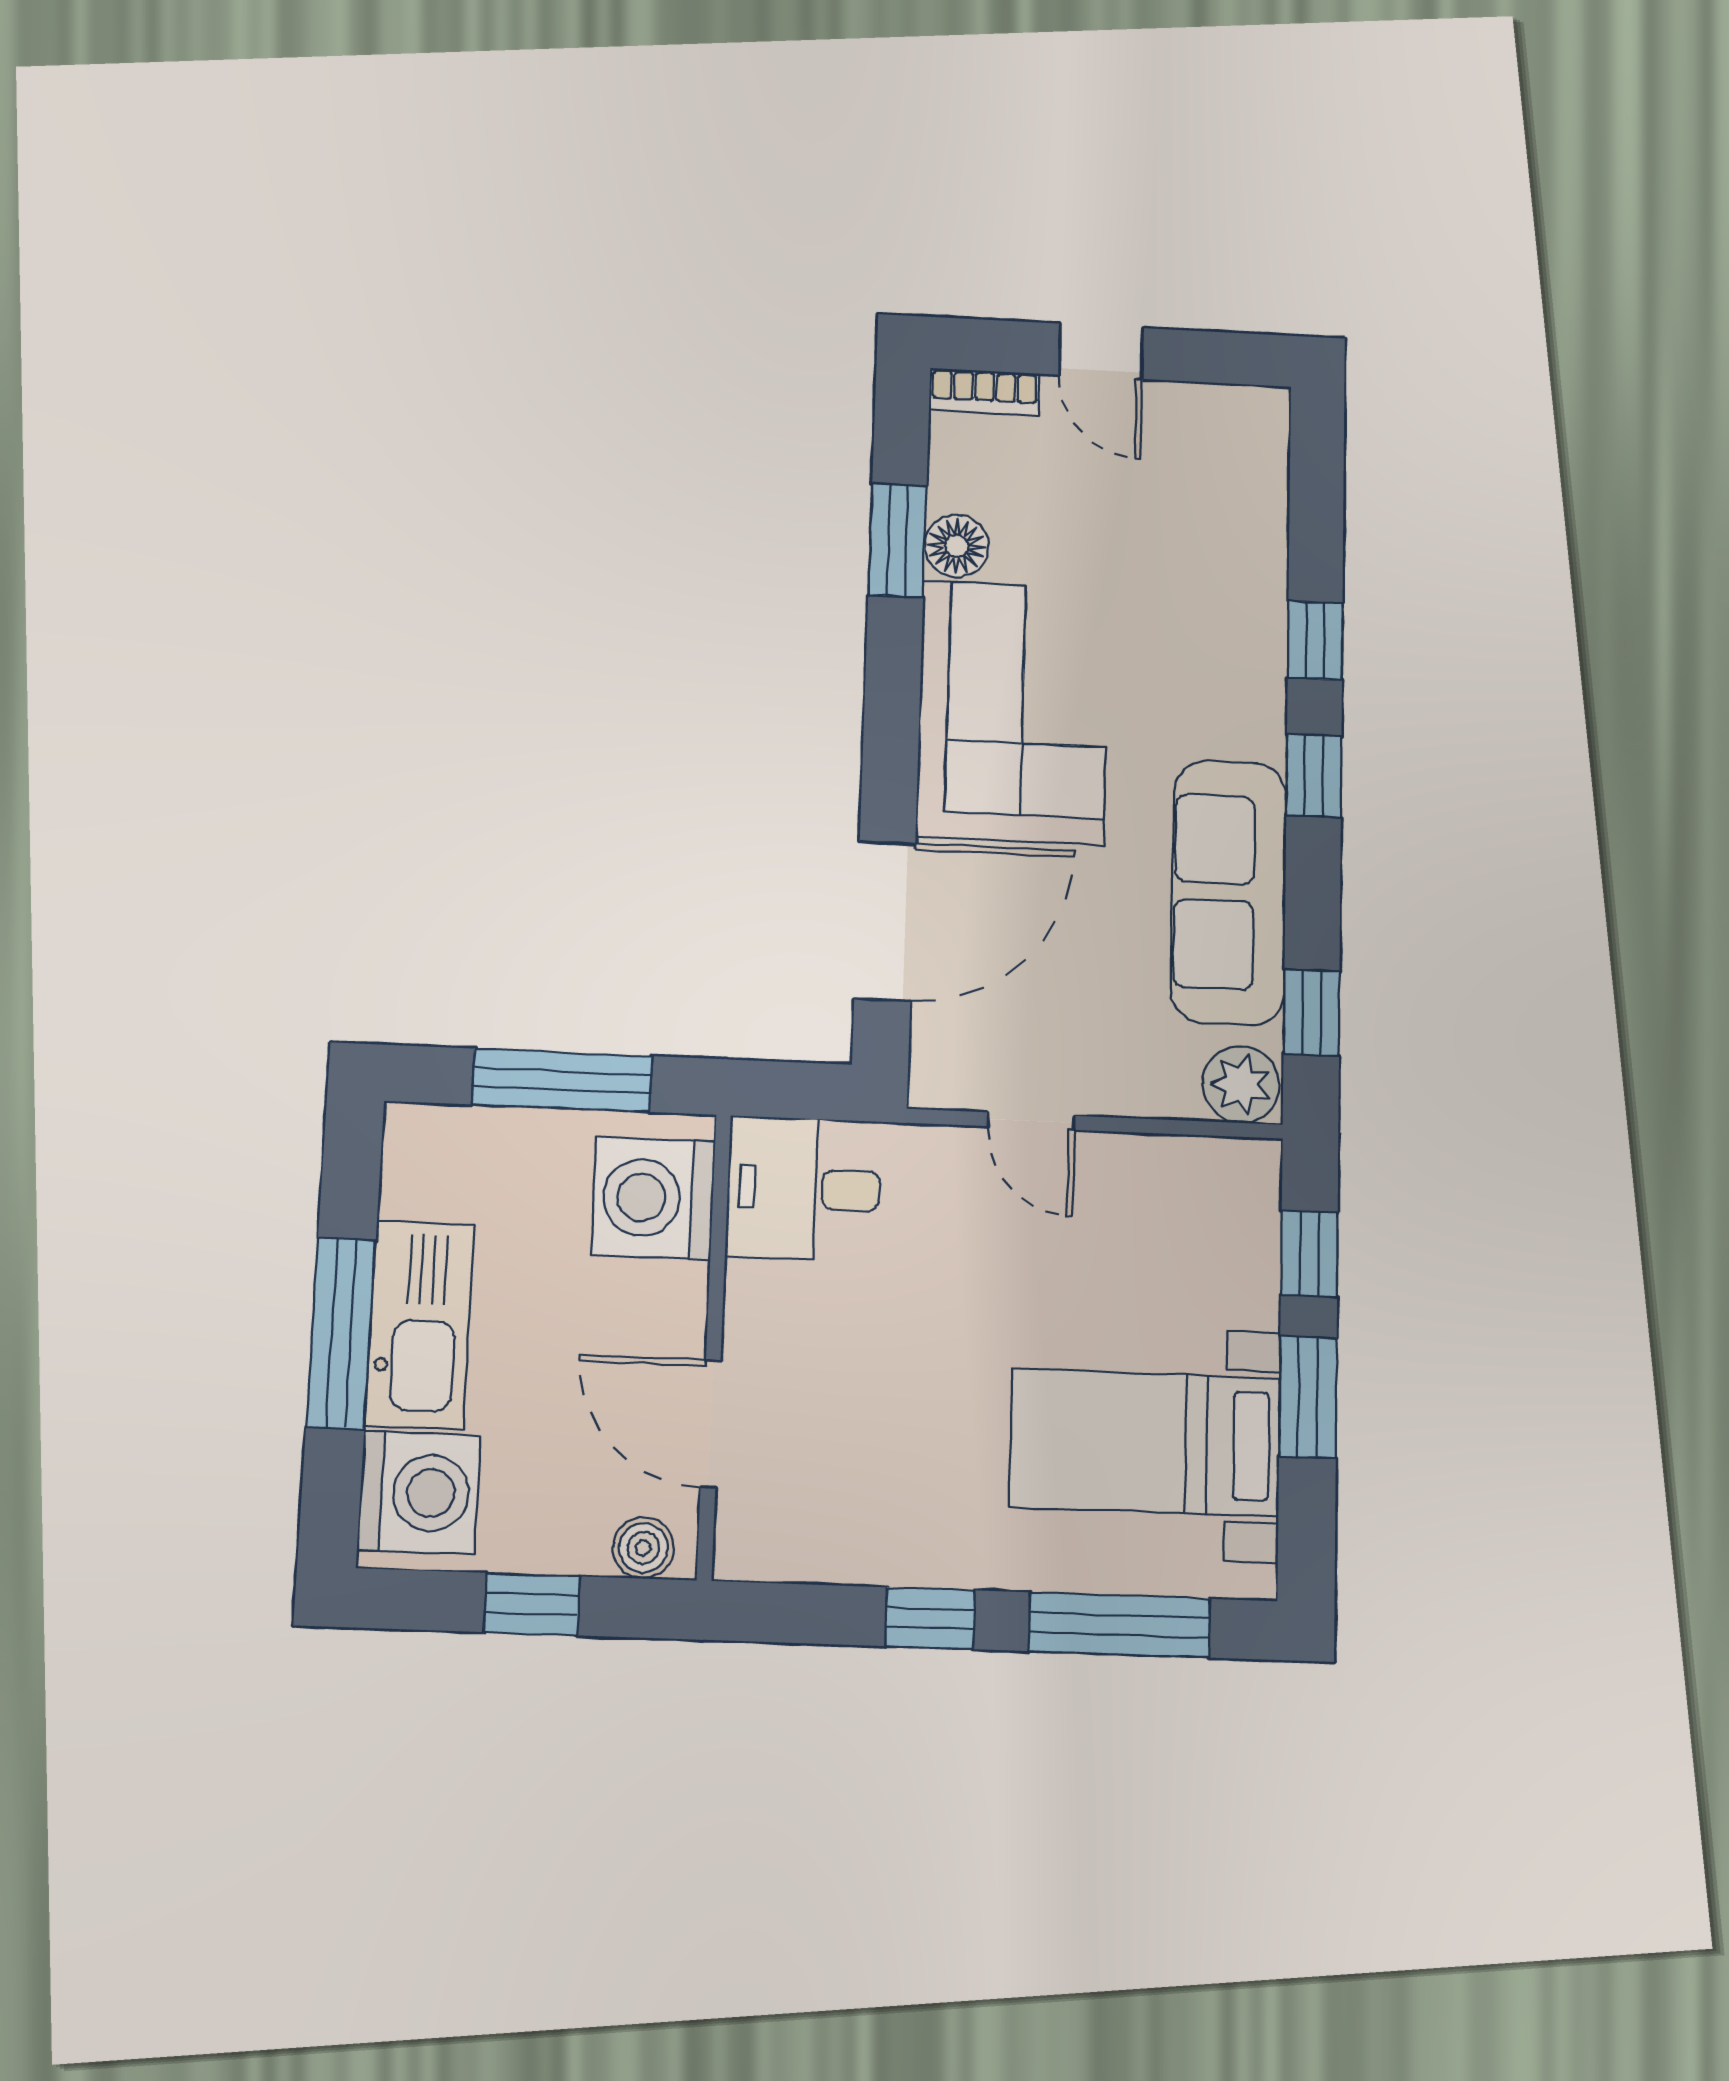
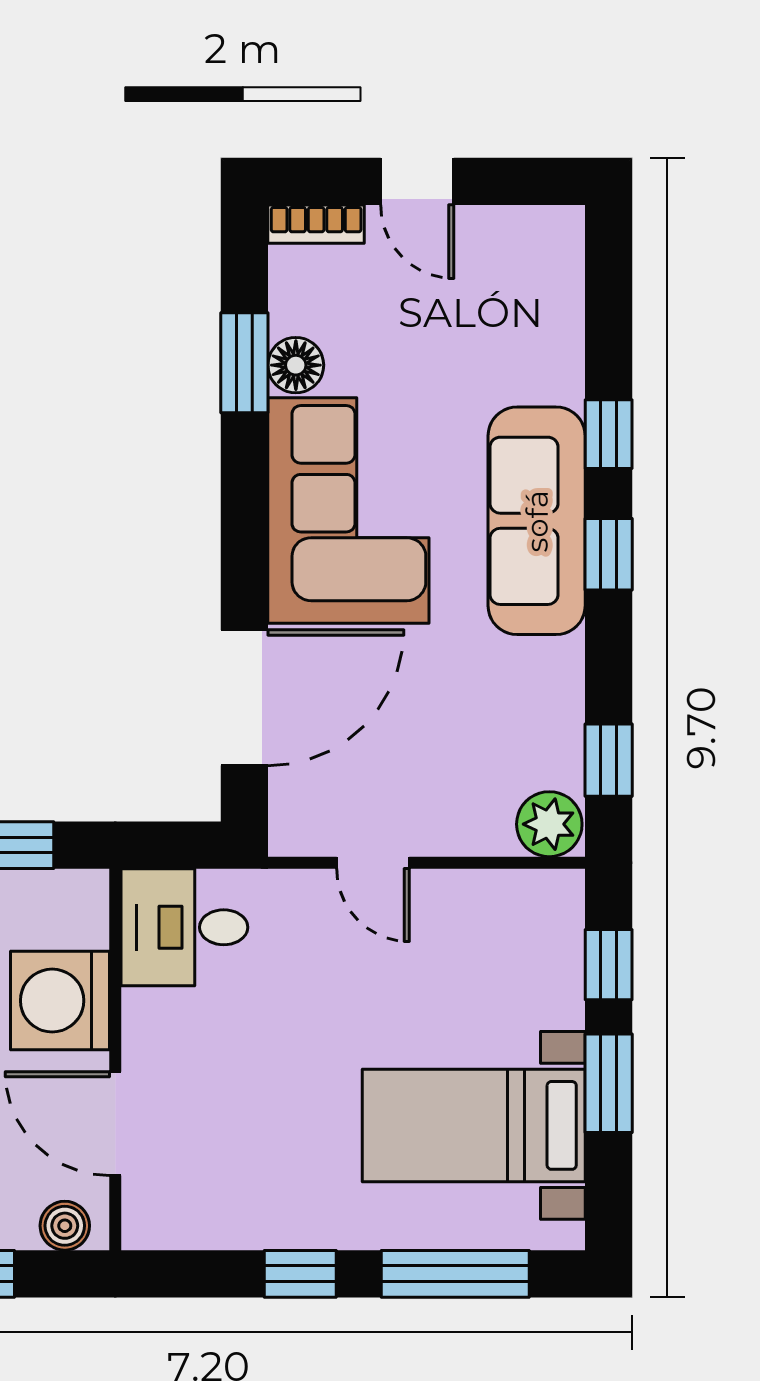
sofa: (1229, 892) -> (537, 521), moved
washing machine: (653, 1198) -> (60, 1001), moved

